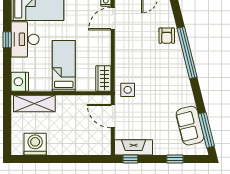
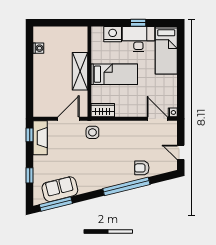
nightstand: (20, 82) -> (113, 34), moved
shelving: (34, 104) -> (80, 71), moved
washing machine: (35, 144) -> (38, 48), width x0.53, depth x0.53

